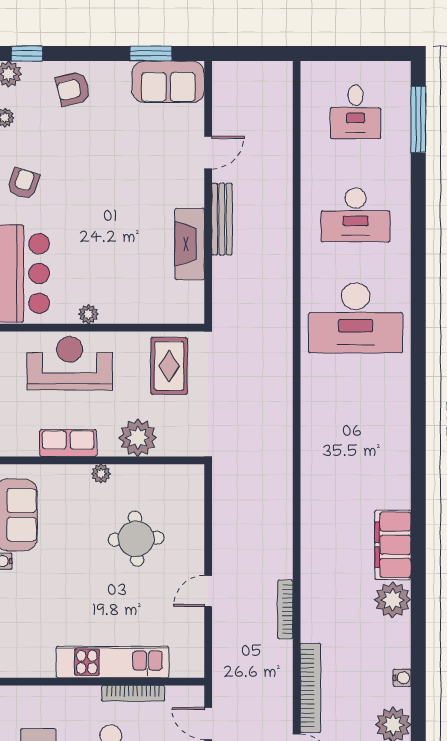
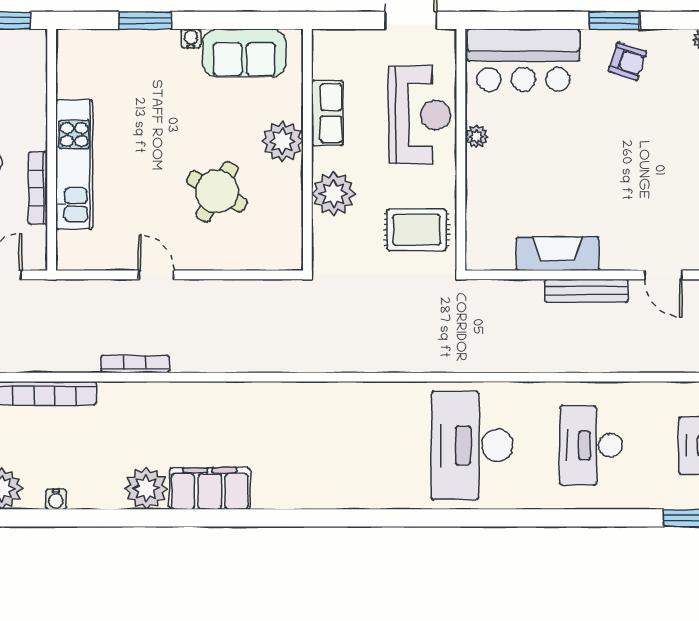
plant: (101, 474) -> (282, 141), width x1.88, depth x1.88
round table: (136, 539) -> (217, 192), turned 32

